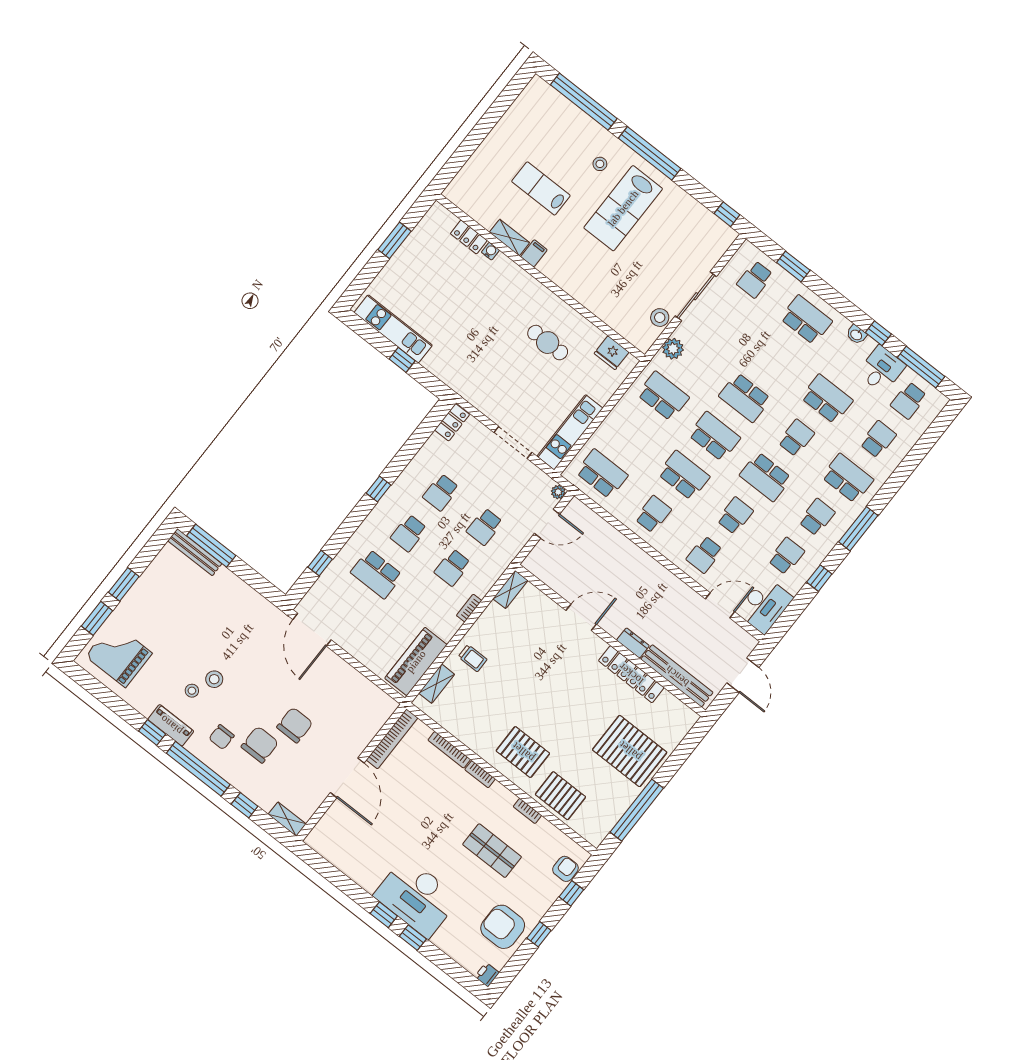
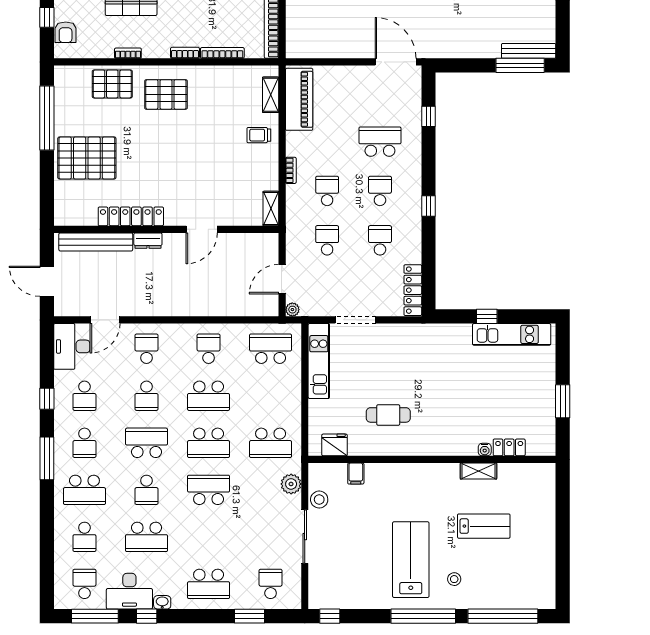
filing cabinet: (534, 253) -> (356, 474), moved
desk: (881, 369) -> (129, 591), width x1.37
locker: (452, 422) -> (413, 290), width x1.53
school desk: (602, 474) -> (271, 349), turned 180
school desk: (653, 514) -> (209, 349), turned 180

